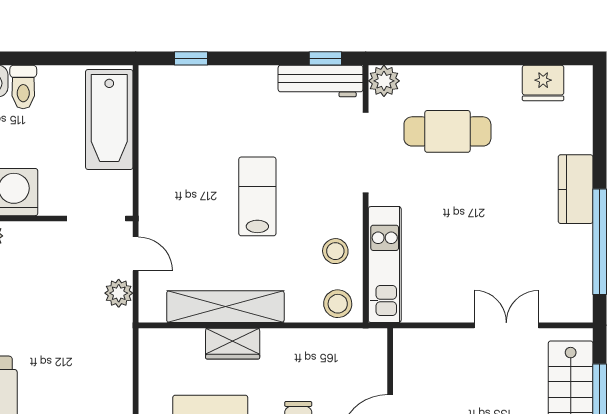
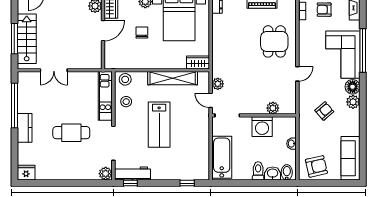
fridge: (543, 83) -> (26, 173), moved
cafe table: (447, 131) -> (71, 133), moved
lab bench: (257, 196) -> (159, 125), width x1.36, depth x1.39
wardrobe: (233, 344) -> (198, 63), moved

